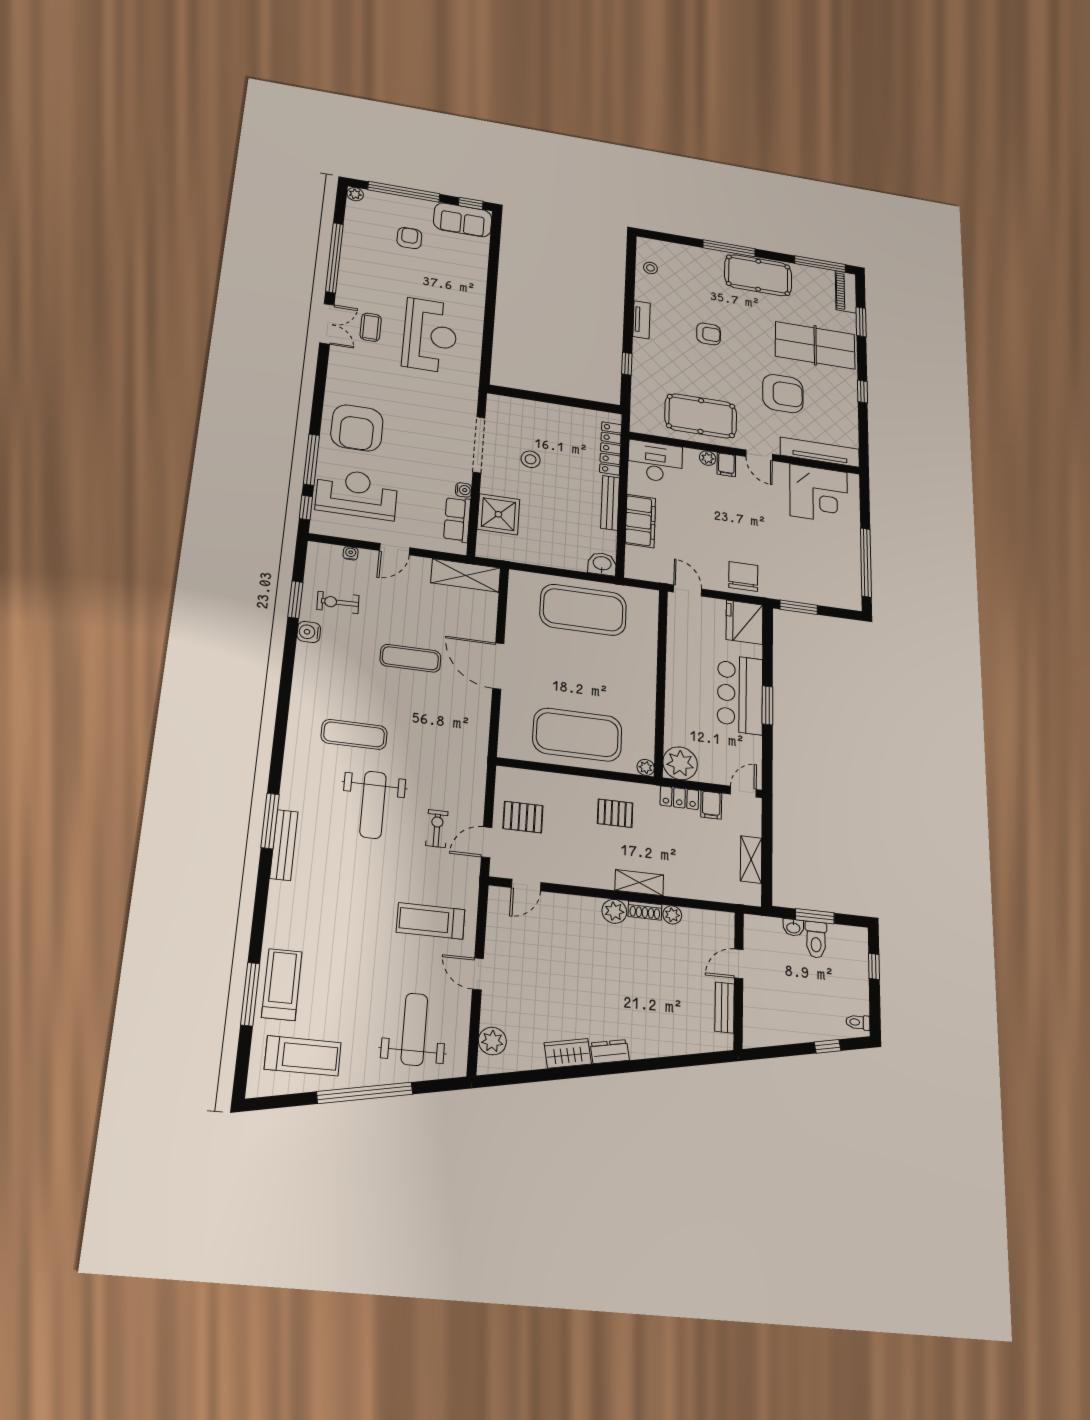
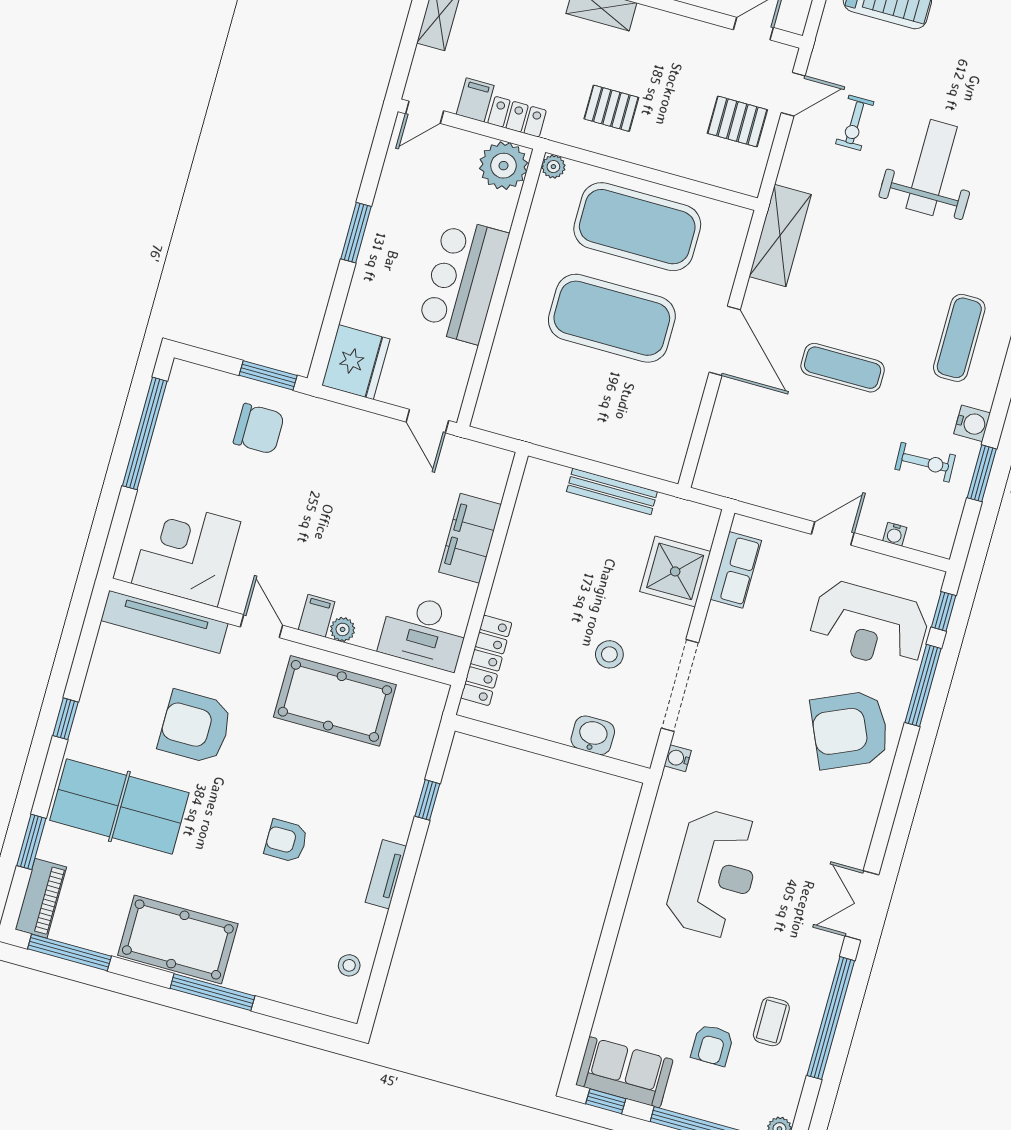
coffee table: (371, 327) -> (771, 1021), moved
reception desk: (430, 335) -> (715, 873), turned 180
armchair: (357, 428) -> (850, 730), turned -114
water cooler: (463, 490) -> (678, 758), moved
bench: (610, 503) -> (612, 491), moved, turned 90
washbasin: (602, 564) -> (593, 735), moved, turned 180
shelving: (466, 575) -> (780, 235), moved, turned 90
chair: (743, 576) -> (259, 429), moved, turned -90
exercise mat: (583, 610) -> (612, 318), moved
bar counter: (740, 694) -> (463, 281), moved, turned 180
exercise mat: (354, 734) -> (959, 338), moved, turned 90

